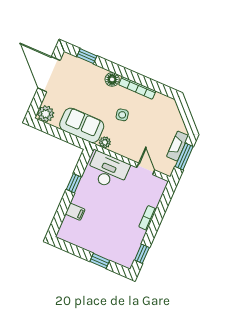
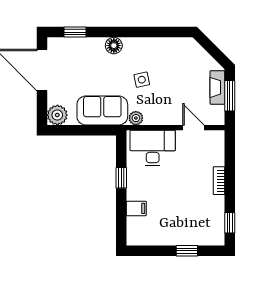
bookcase: (137, 88) -> (145, 43), removed

